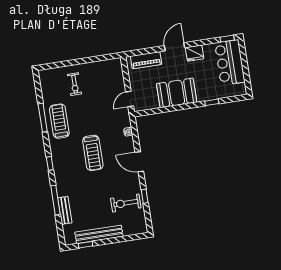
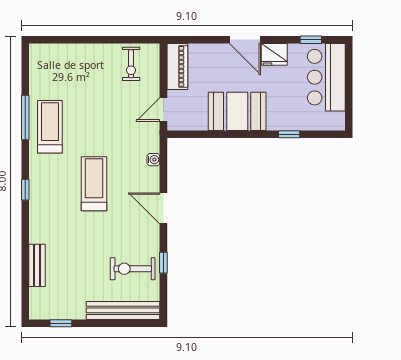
window: (227, 39) -> (311, 40), moved
door: (174, 47) -> (245, 40), swing flipped
piano: (146, 60) -> (177, 66), moved, turned -90
exercise bike: (75, 84) -> (131, 64), moved
treadmill: (93, 153) -> (94, 184), turned 180
window: (56, 200) -> (25, 247), removed
bench: (99, 234) -> (123, 310), moved

